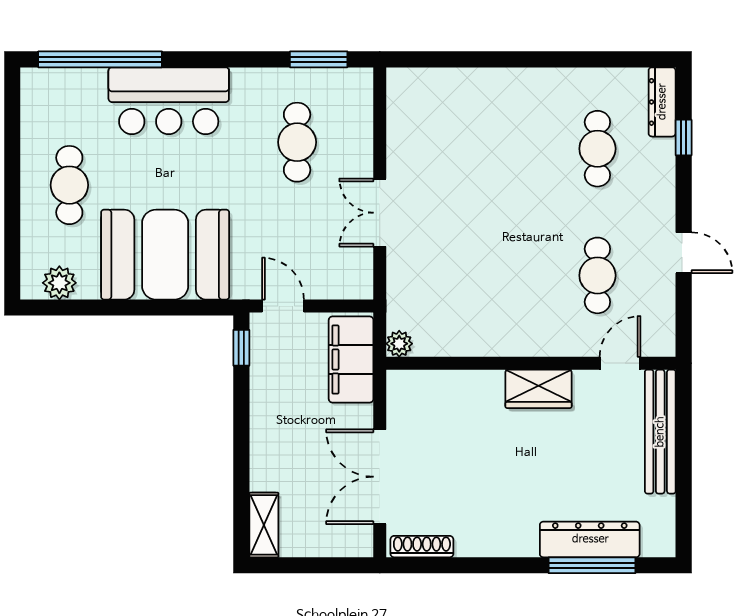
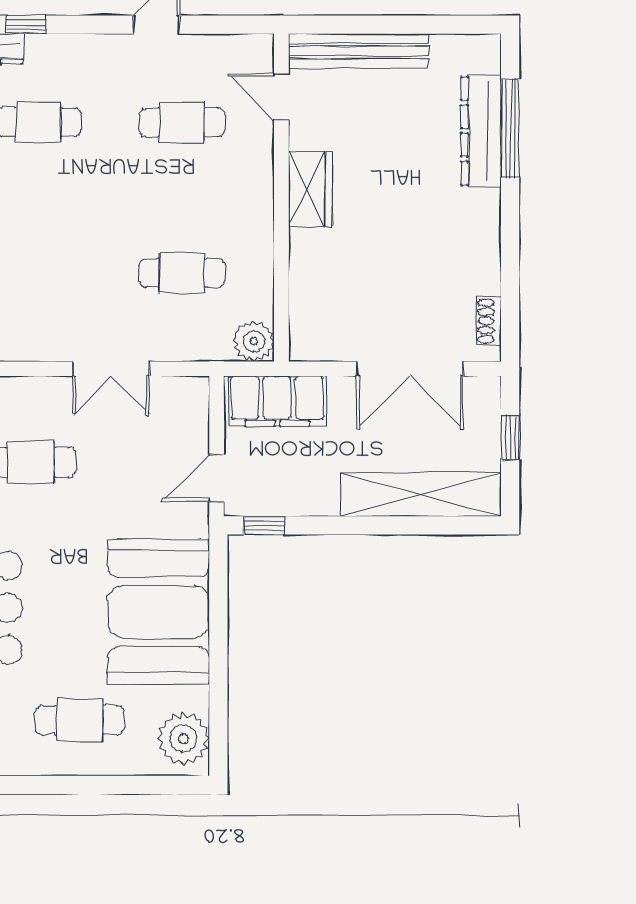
cafe table: (464, 275) -> (182, 273), added
plant: (59, 283) -> (183, 738), width x1.36, depth x1.36
plant: (399, 344) -> (254, 341), width x1.38, depth x1.38
shelving: (264, 525) -> (421, 494), width x2.20, depth x1.33
shoe rack: (422, 547) -> (489, 321), width x0.70
window: (319, 565) -> (510, 438), added

